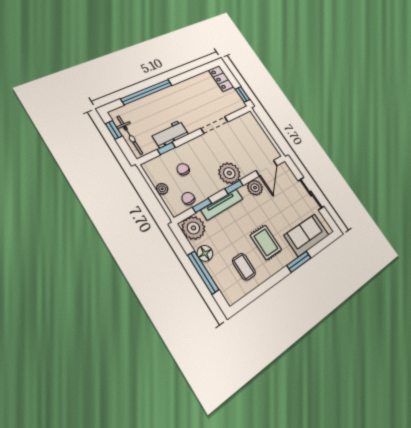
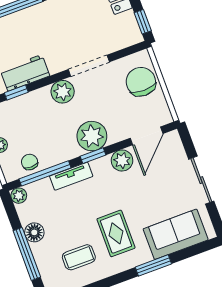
plant: (201, 144) -> (63, 92), added
chair: (183, 169) -> (141, 82), moved, width x1.87, depth x1.87
tv unit: (222, 204) -> (71, 176), width x0.71
window: (202, 205) -> (45, 173), width x2.17
plant: (193, 228) -> (19, 196), width x0.53, depth x0.53
coffee table: (244, 267) -> (79, 257), turned 90

